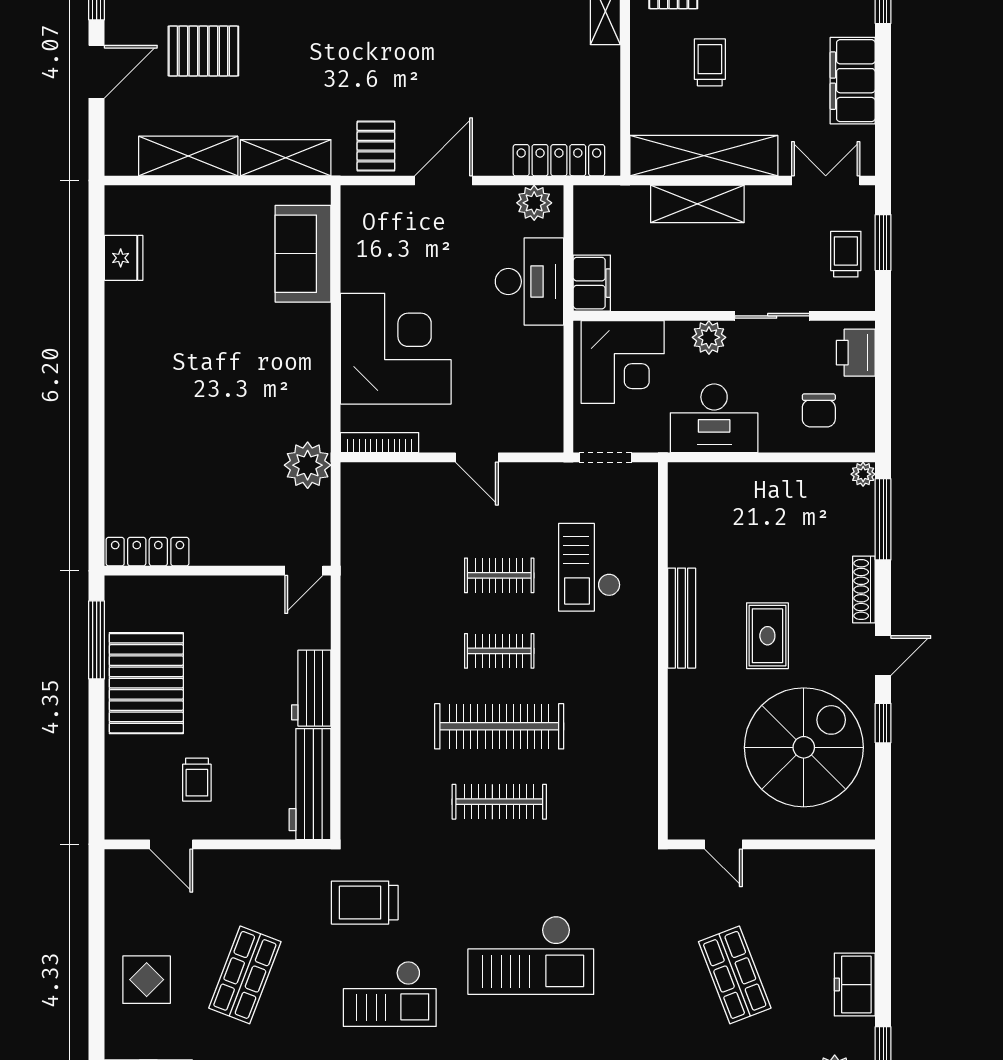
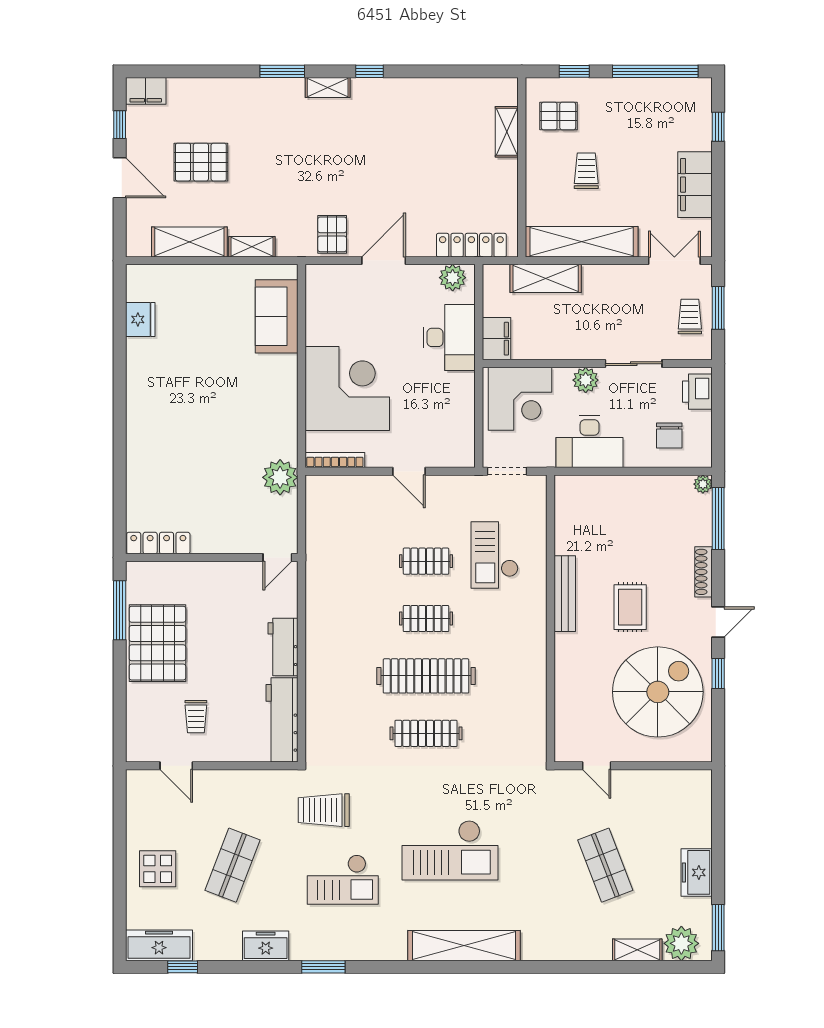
door: (97, 72) -> (120, 178), hinge flipped
shelving: (286, 158) -> (252, 247), width x0.67, depth x0.75
shelving: (697, 204) -> (546, 278), moved

